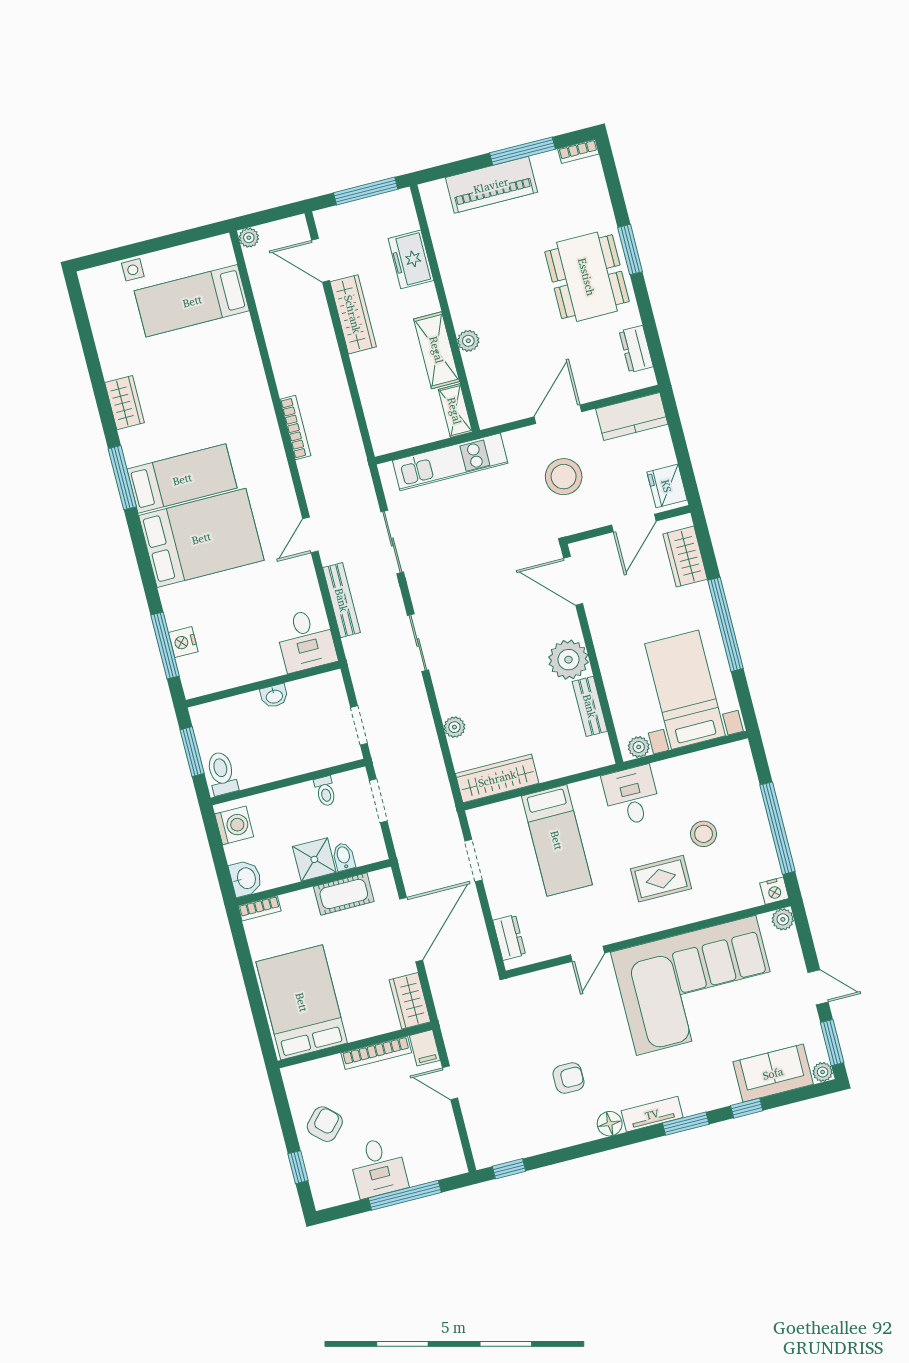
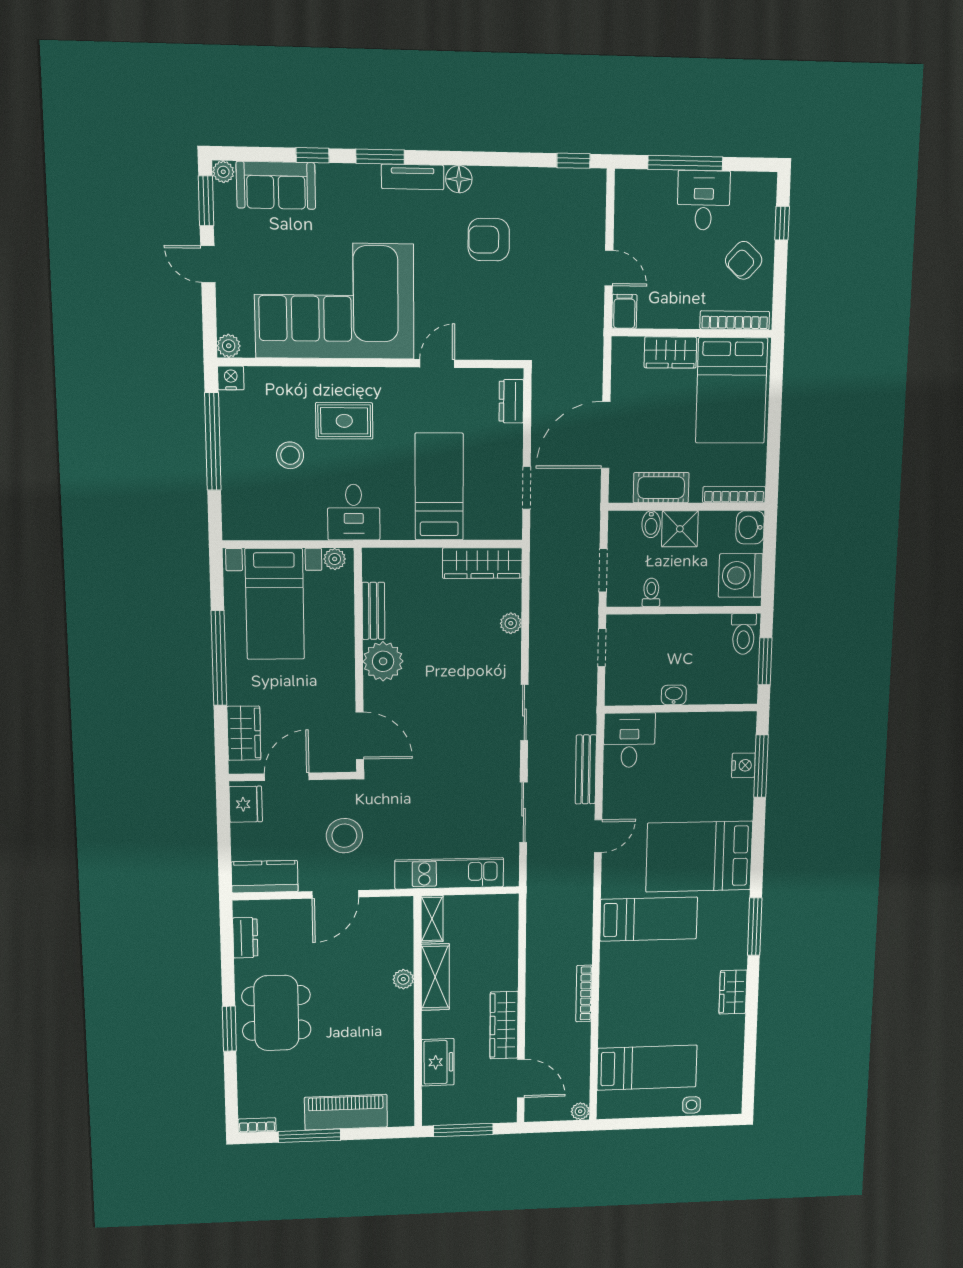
bookcase: (295, 428) -> (584, 993), moved
bed: (182, 479) -> (649, 919), moved, turned 180
washing machine: (234, 825) -> (741, 575), width x1.37, depth x1.37
bookcase: (260, 908) -> (734, 495), width x1.56
wardrobe: (410, 1001) -> (670, 353), moved, turned 90
bookcase: (376, 1053) -> (735, 320), moved
armchair: (569, 1078) -> (489, 240), width x1.38, depth x1.38

